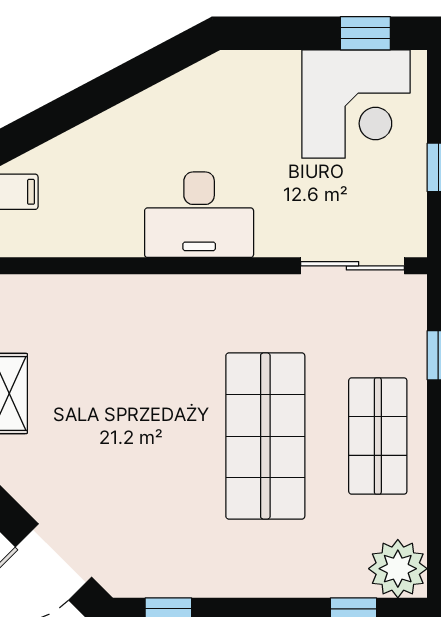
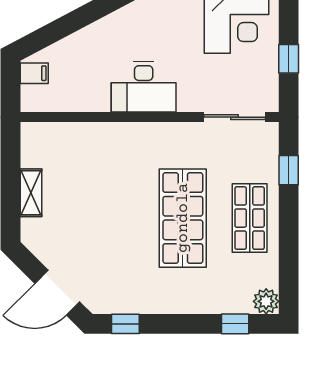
plant: (398, 569) -> (266, 301), width x0.73, depth x0.73

